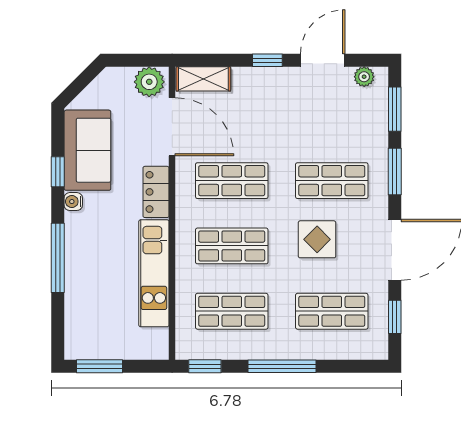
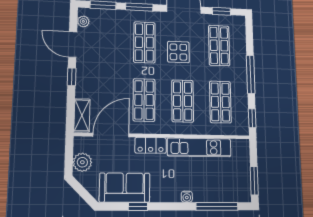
plant: (149, 82) -> (82, 162), moved
water cooler: (73, 202) -> (187, 197), moved
window: (58, 258) -> (217, 206), moved

